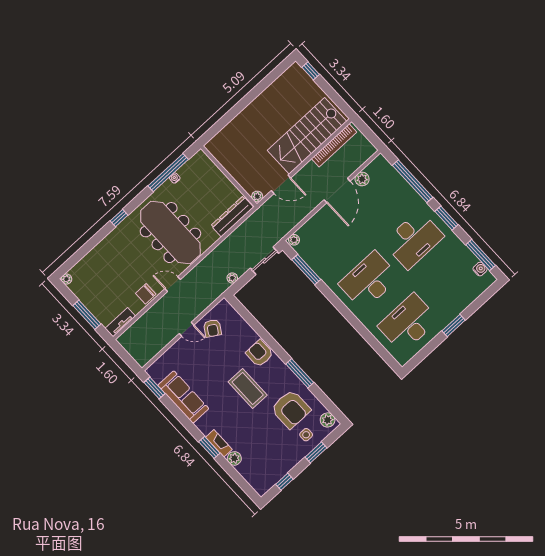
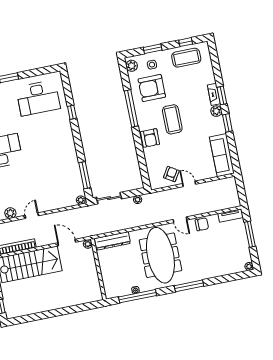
door: (337, 190) -> (32, 216), width x0.53
window: (119, 218) -> (189, 286), width x2.17
desk: (369, 281) -> (47, 142), removed
window: (362, 330) -> (72, 112), added
window: (300, 373) -> (131, 108), width x1.46
window: (155, 388) -> (227, 123), moved
sofa: (183, 397) -> (222, 155), moved
armchair: (291, 409) -> (152, 88), turned -90
plant: (234, 458) -> (216, 111), moved
coffee table: (273, 465) -> (186, 58), added

